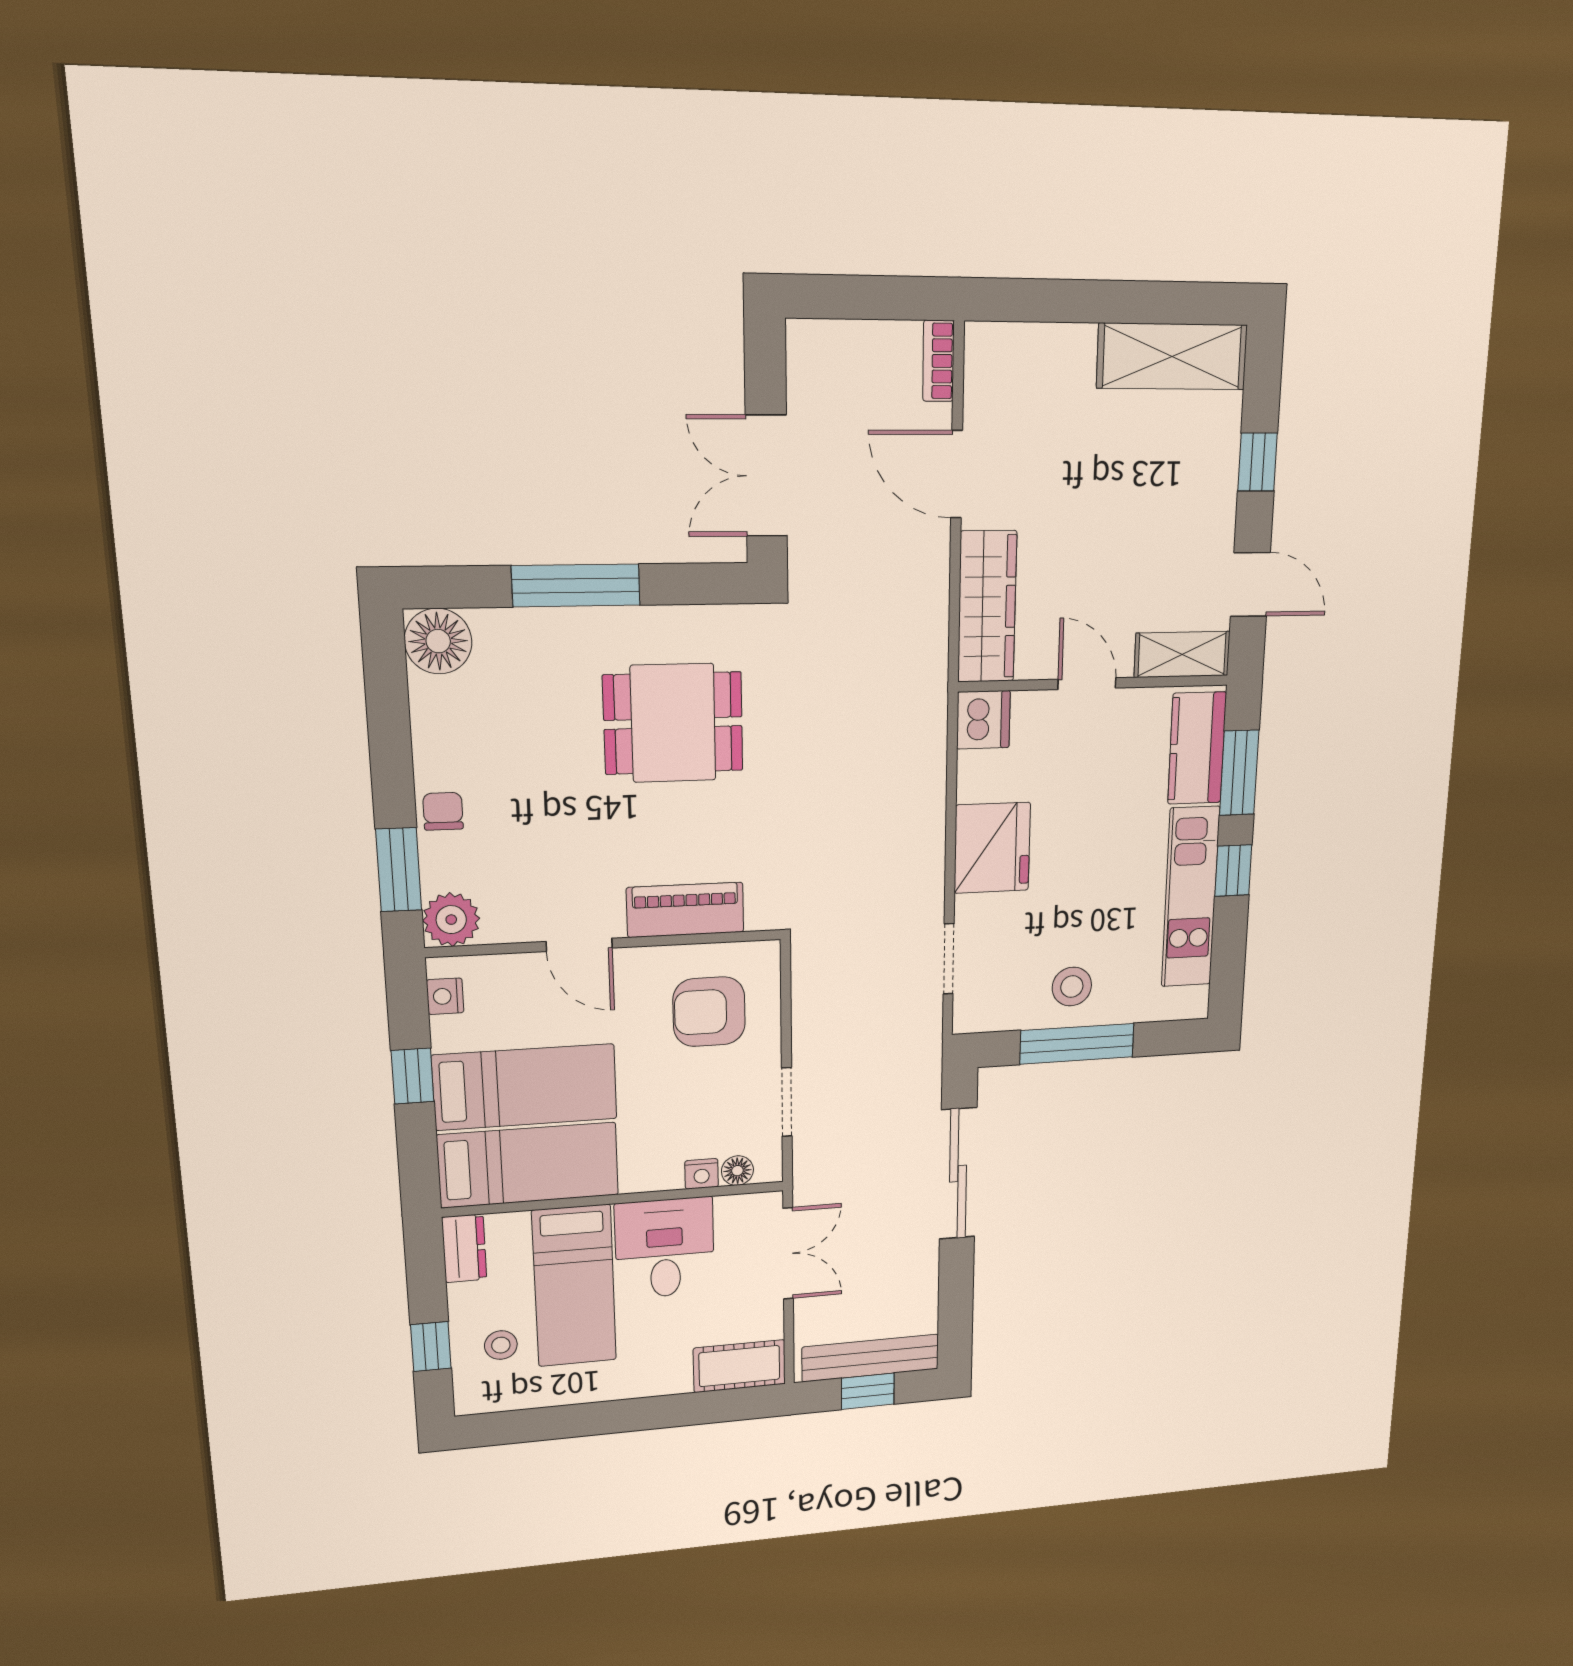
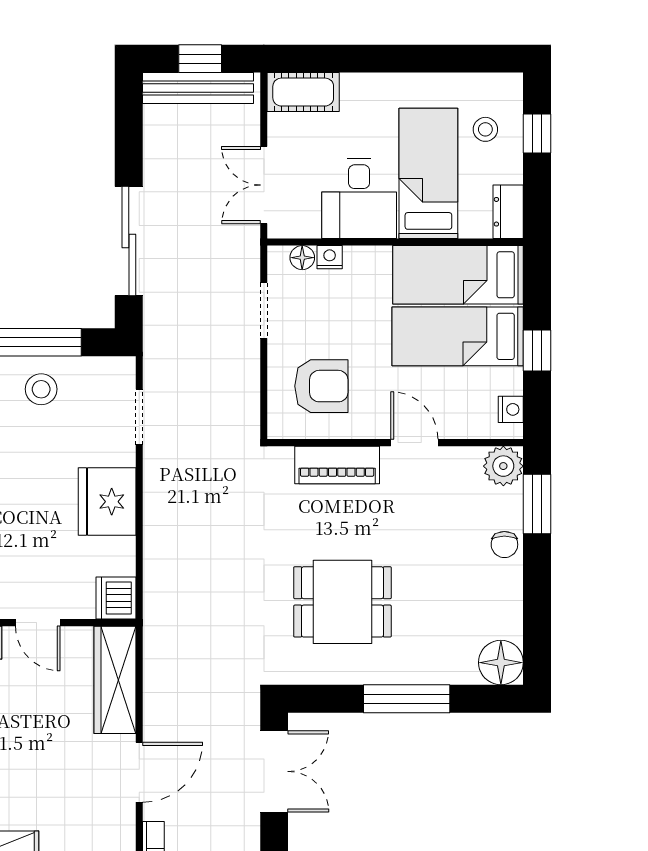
door: (957, 474) -> (139, 772), hinge flipped

